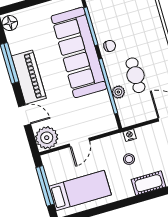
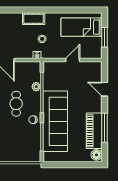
cafe table: (135, 75) -> (16, 104), moved
piano: (29, 77) -> (94, 131), moved
plant: (47, 138) -> (94, 70), removed
window: (45, 186) -> (105, 37), width x0.69

